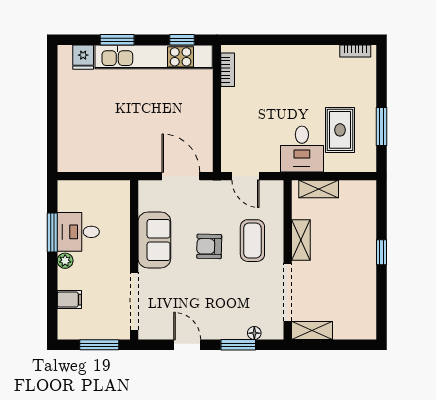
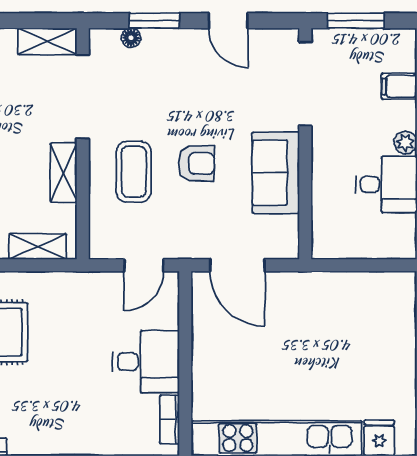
desk: (302, 149) -> (146, 362), moved, turned 90
door: (245, 176) -> (144, 265), swing flipped

